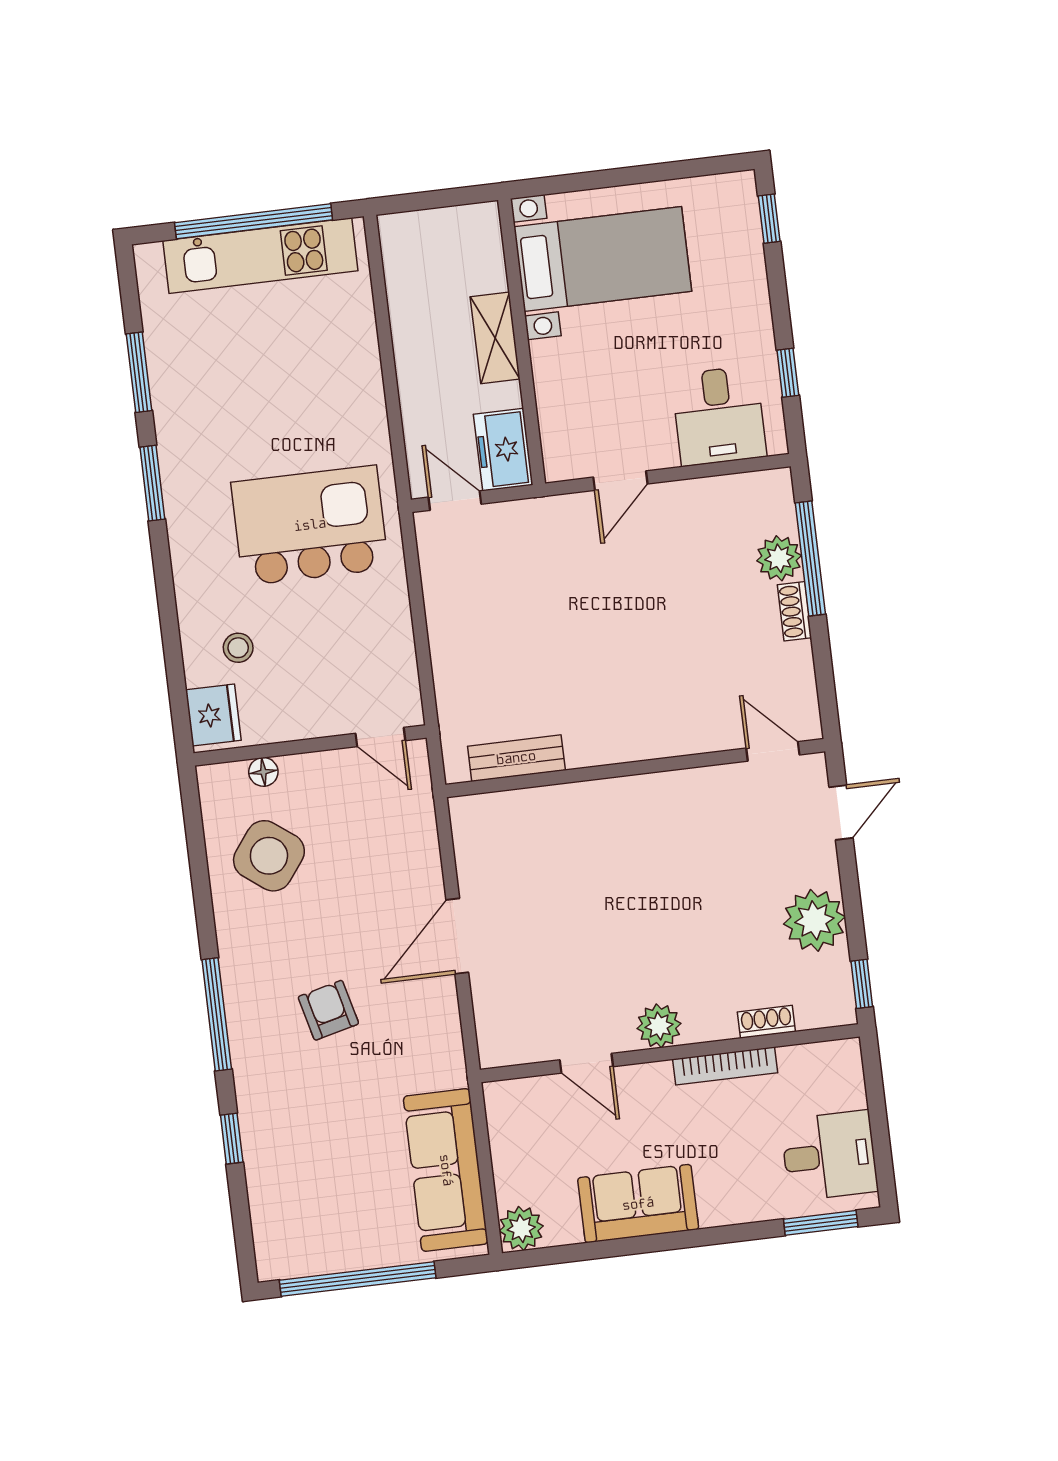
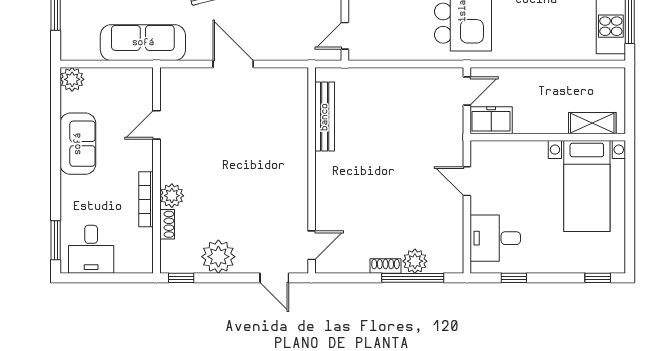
shelving: (495, 338) -> (592, 123), moved
bench: (516, 758) -> (325, 117), width x1.36
plant: (659, 1026) -> (172, 196), moved
sofa: (446, 1170) -> (143, 43), moved

